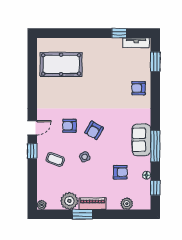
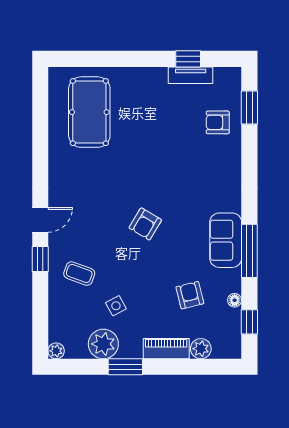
tv unit: (136, 43) -> (191, 75), moved
pool table: (61, 64) -> (89, 112), turned 90
armchair: (139, 88) -> (218, 122), moved
armchair: (69, 126) -> (103, 216), removed
side table: (85, 157) -> (116, 306), moved
armchair: (120, 172) -> (190, 295), turned -104
piano: (93, 204) -> (166, 349), moved

